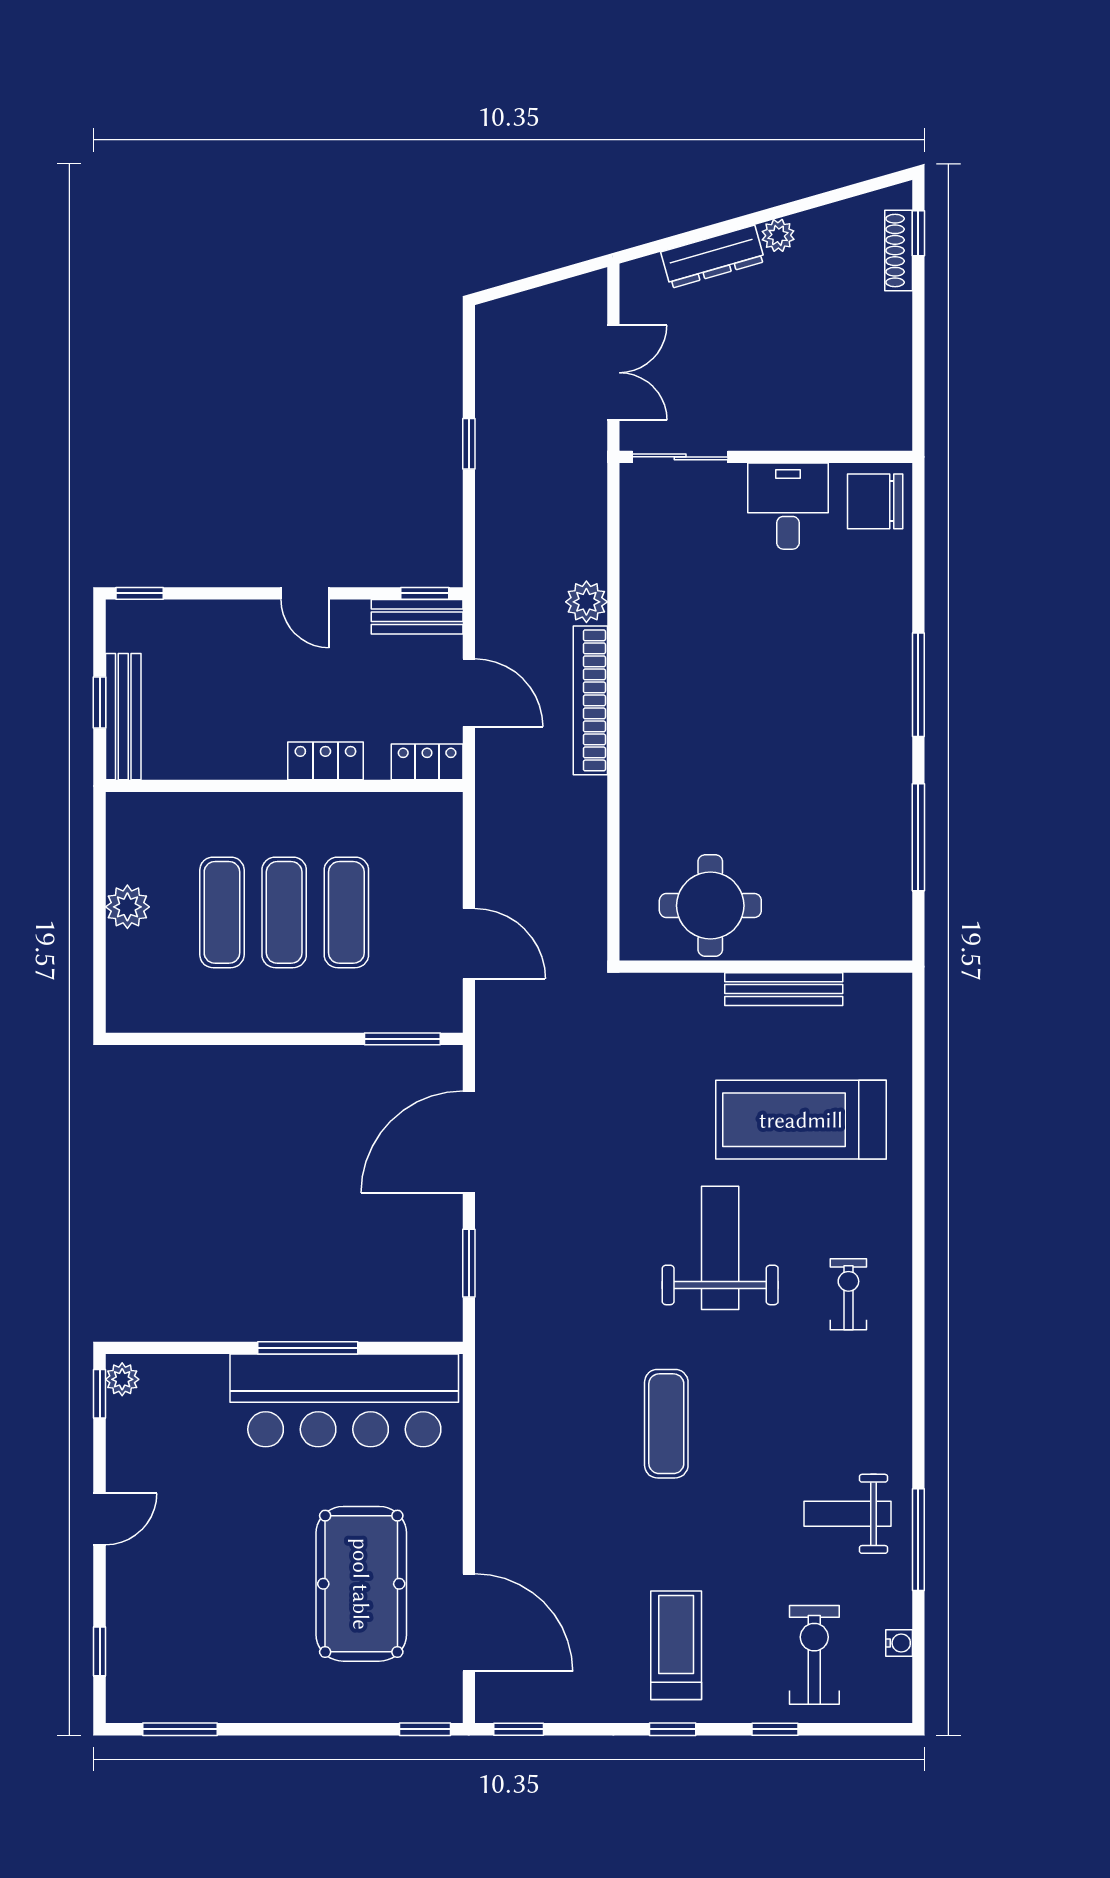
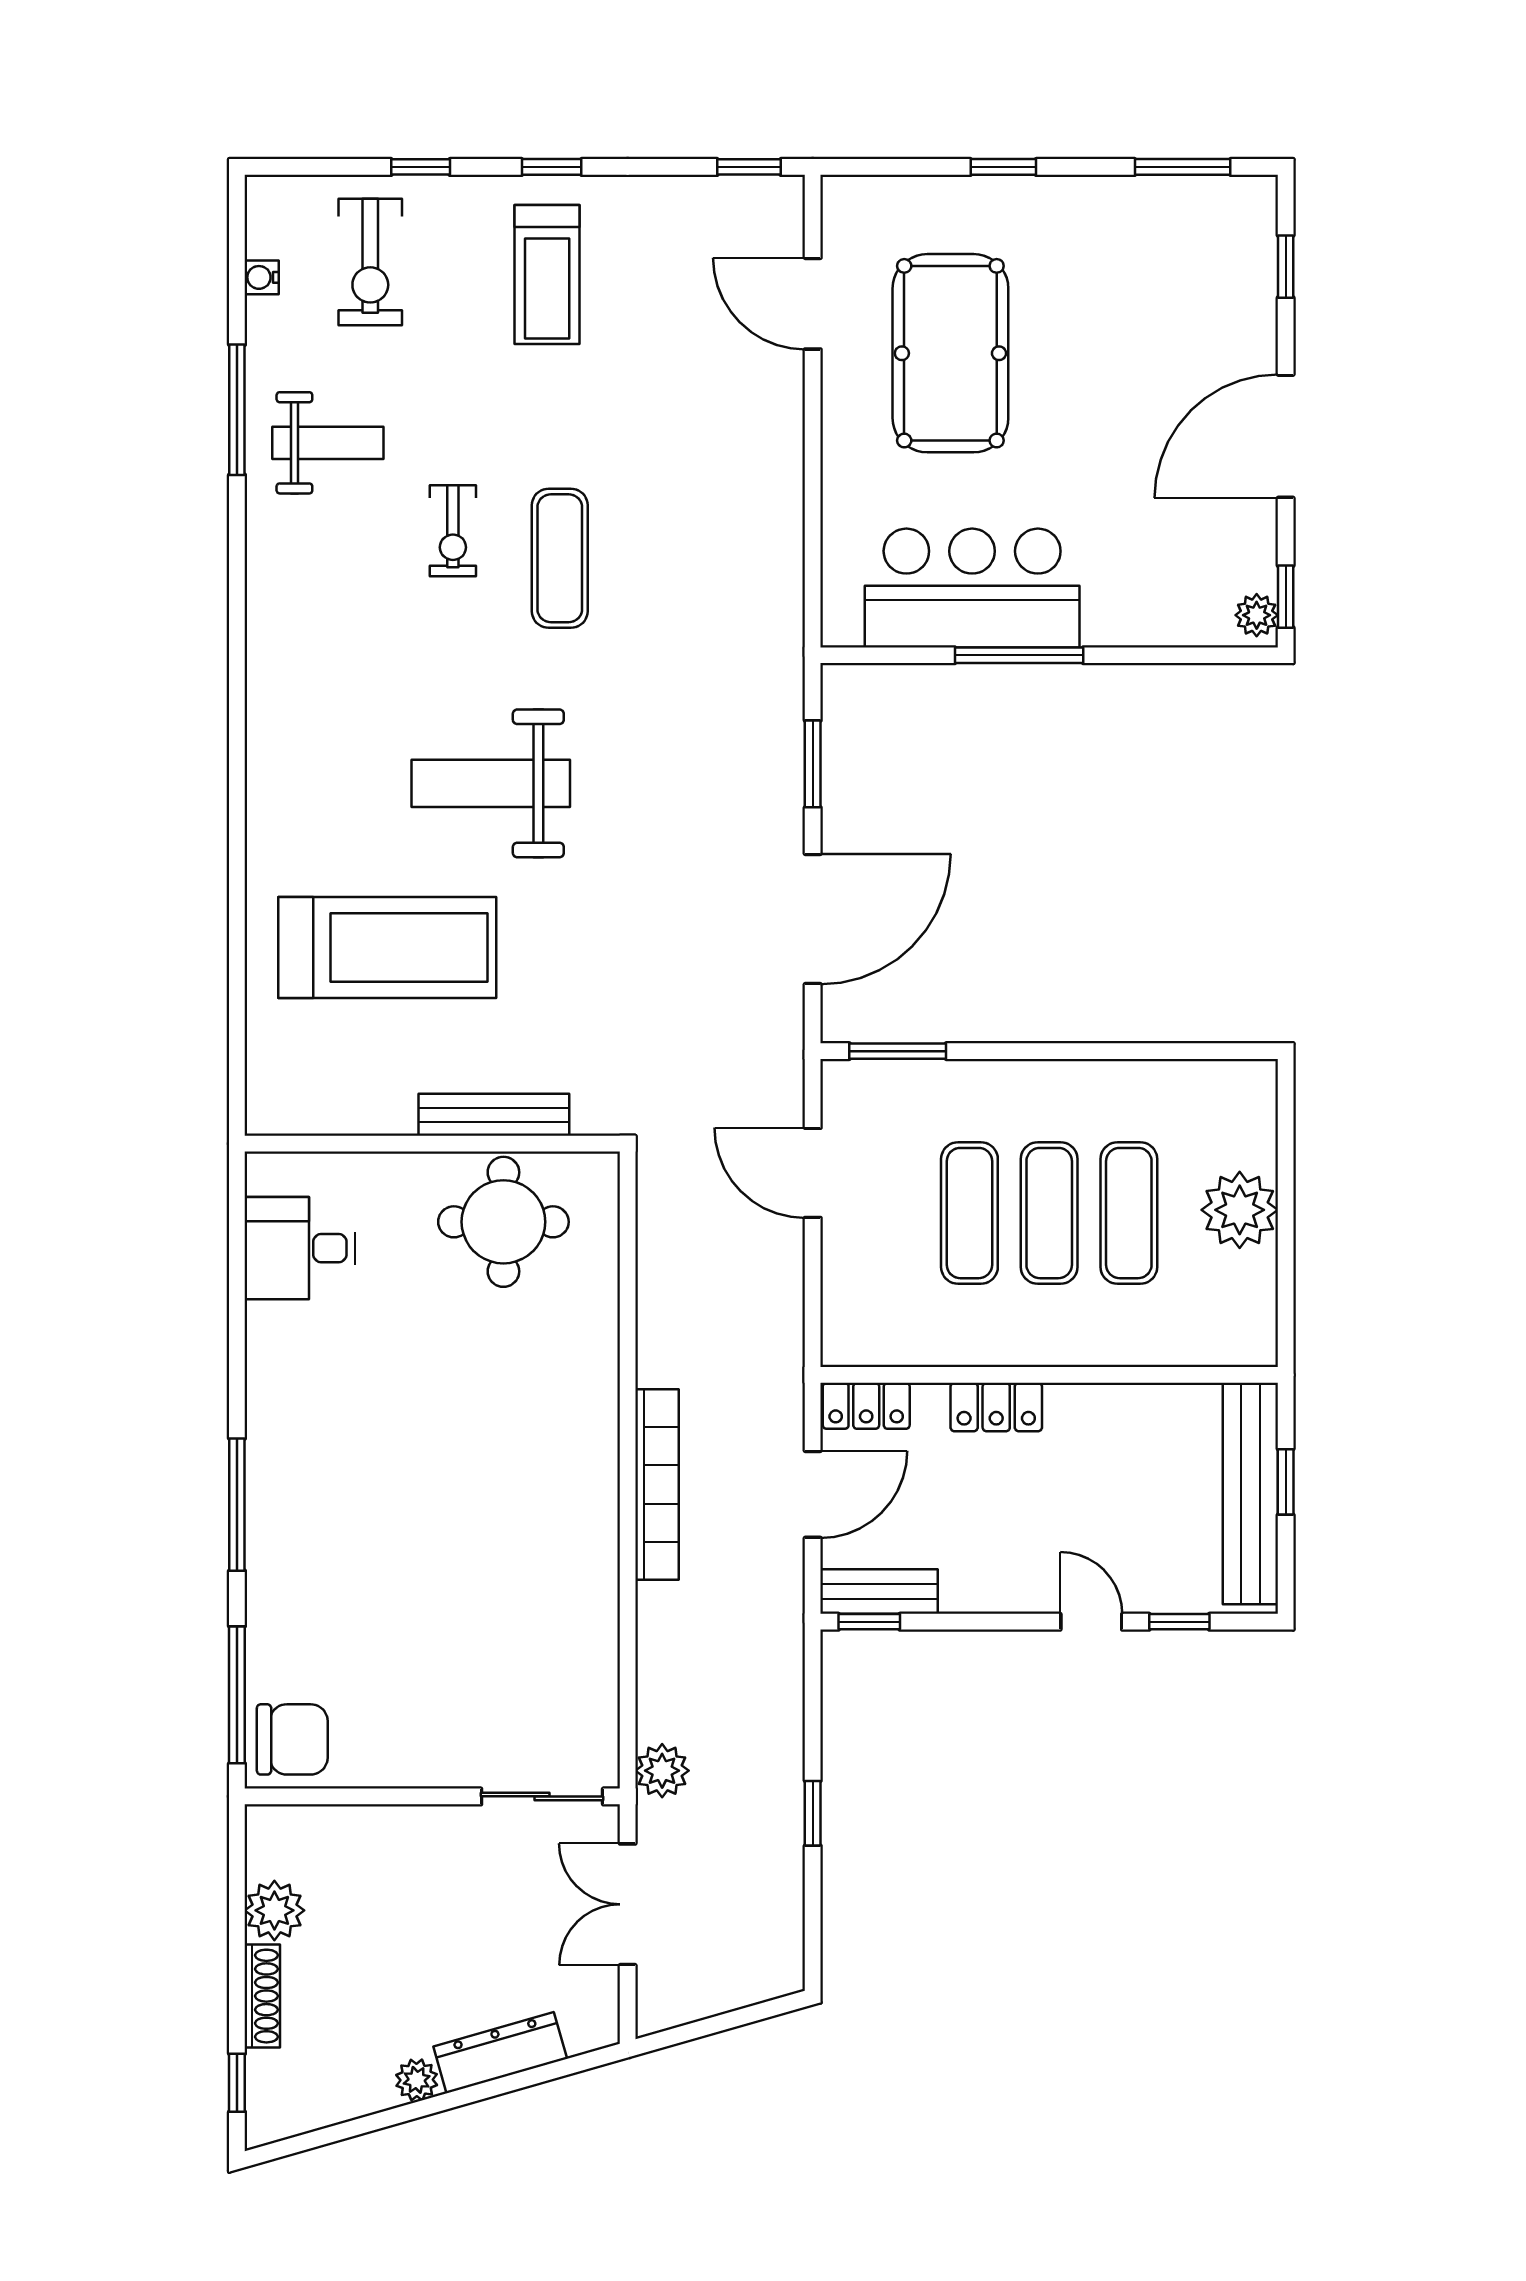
shoe rack: (899, 250) -> (262, 1996), moved
plant: (889, 368) -> (274, 1910), added
desk: (788, 506) -> (300, 1248), moved, turned 90
window: (140, 593) -> (1179, 1622), moved
door: (305, 593) -> (1091, 1622), moved
plant: (586, 602) -> (662, 1771), moved
door: (469, 693) -> (813, 1494), swing flipped
bench: (123, 717) -> (1250, 1494), width x1.37, depth x1.21
window: (918, 837) -> (237, 1695), moved
plant: (127, 907) -> (1240, 1210), width x1.36, depth x1.36
bench: (784, 989) -> (494, 1115), moved
weight bench: (720, 1248) -> (491, 783), turned 90
exercise bike: (848, 1294) -> (453, 531), moved
bar counter: (344, 1400) -> (972, 588), width x0.73
door: (100, 1519) -> (1286, 436), width x1.87
door: (469, 1622) -> (813, 304), width x0.73
window: (425, 1729) -> (1003, 167), moved

